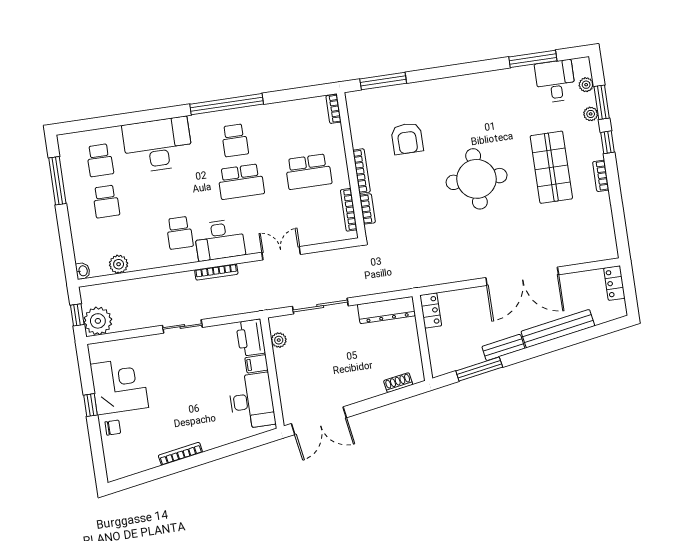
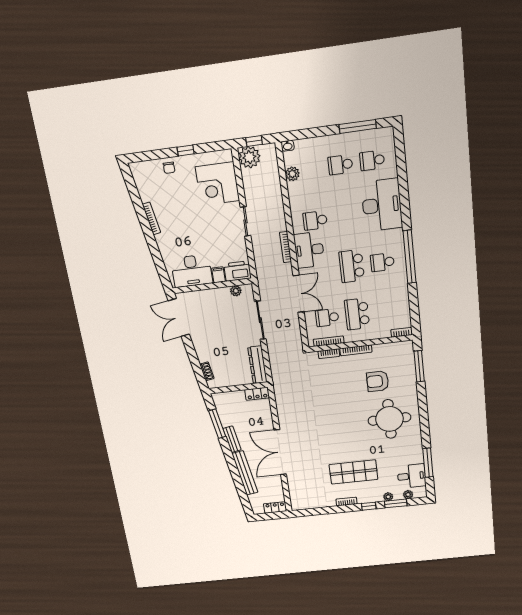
round table: (477, 179) -> (389, 419), moved
school desk: (315, 213) -> (327, 318), added
double door: (281, 253) -> (299, 294), width x1.37
corner desk: (119, 386) -> (217, 184), moved, turned 90

